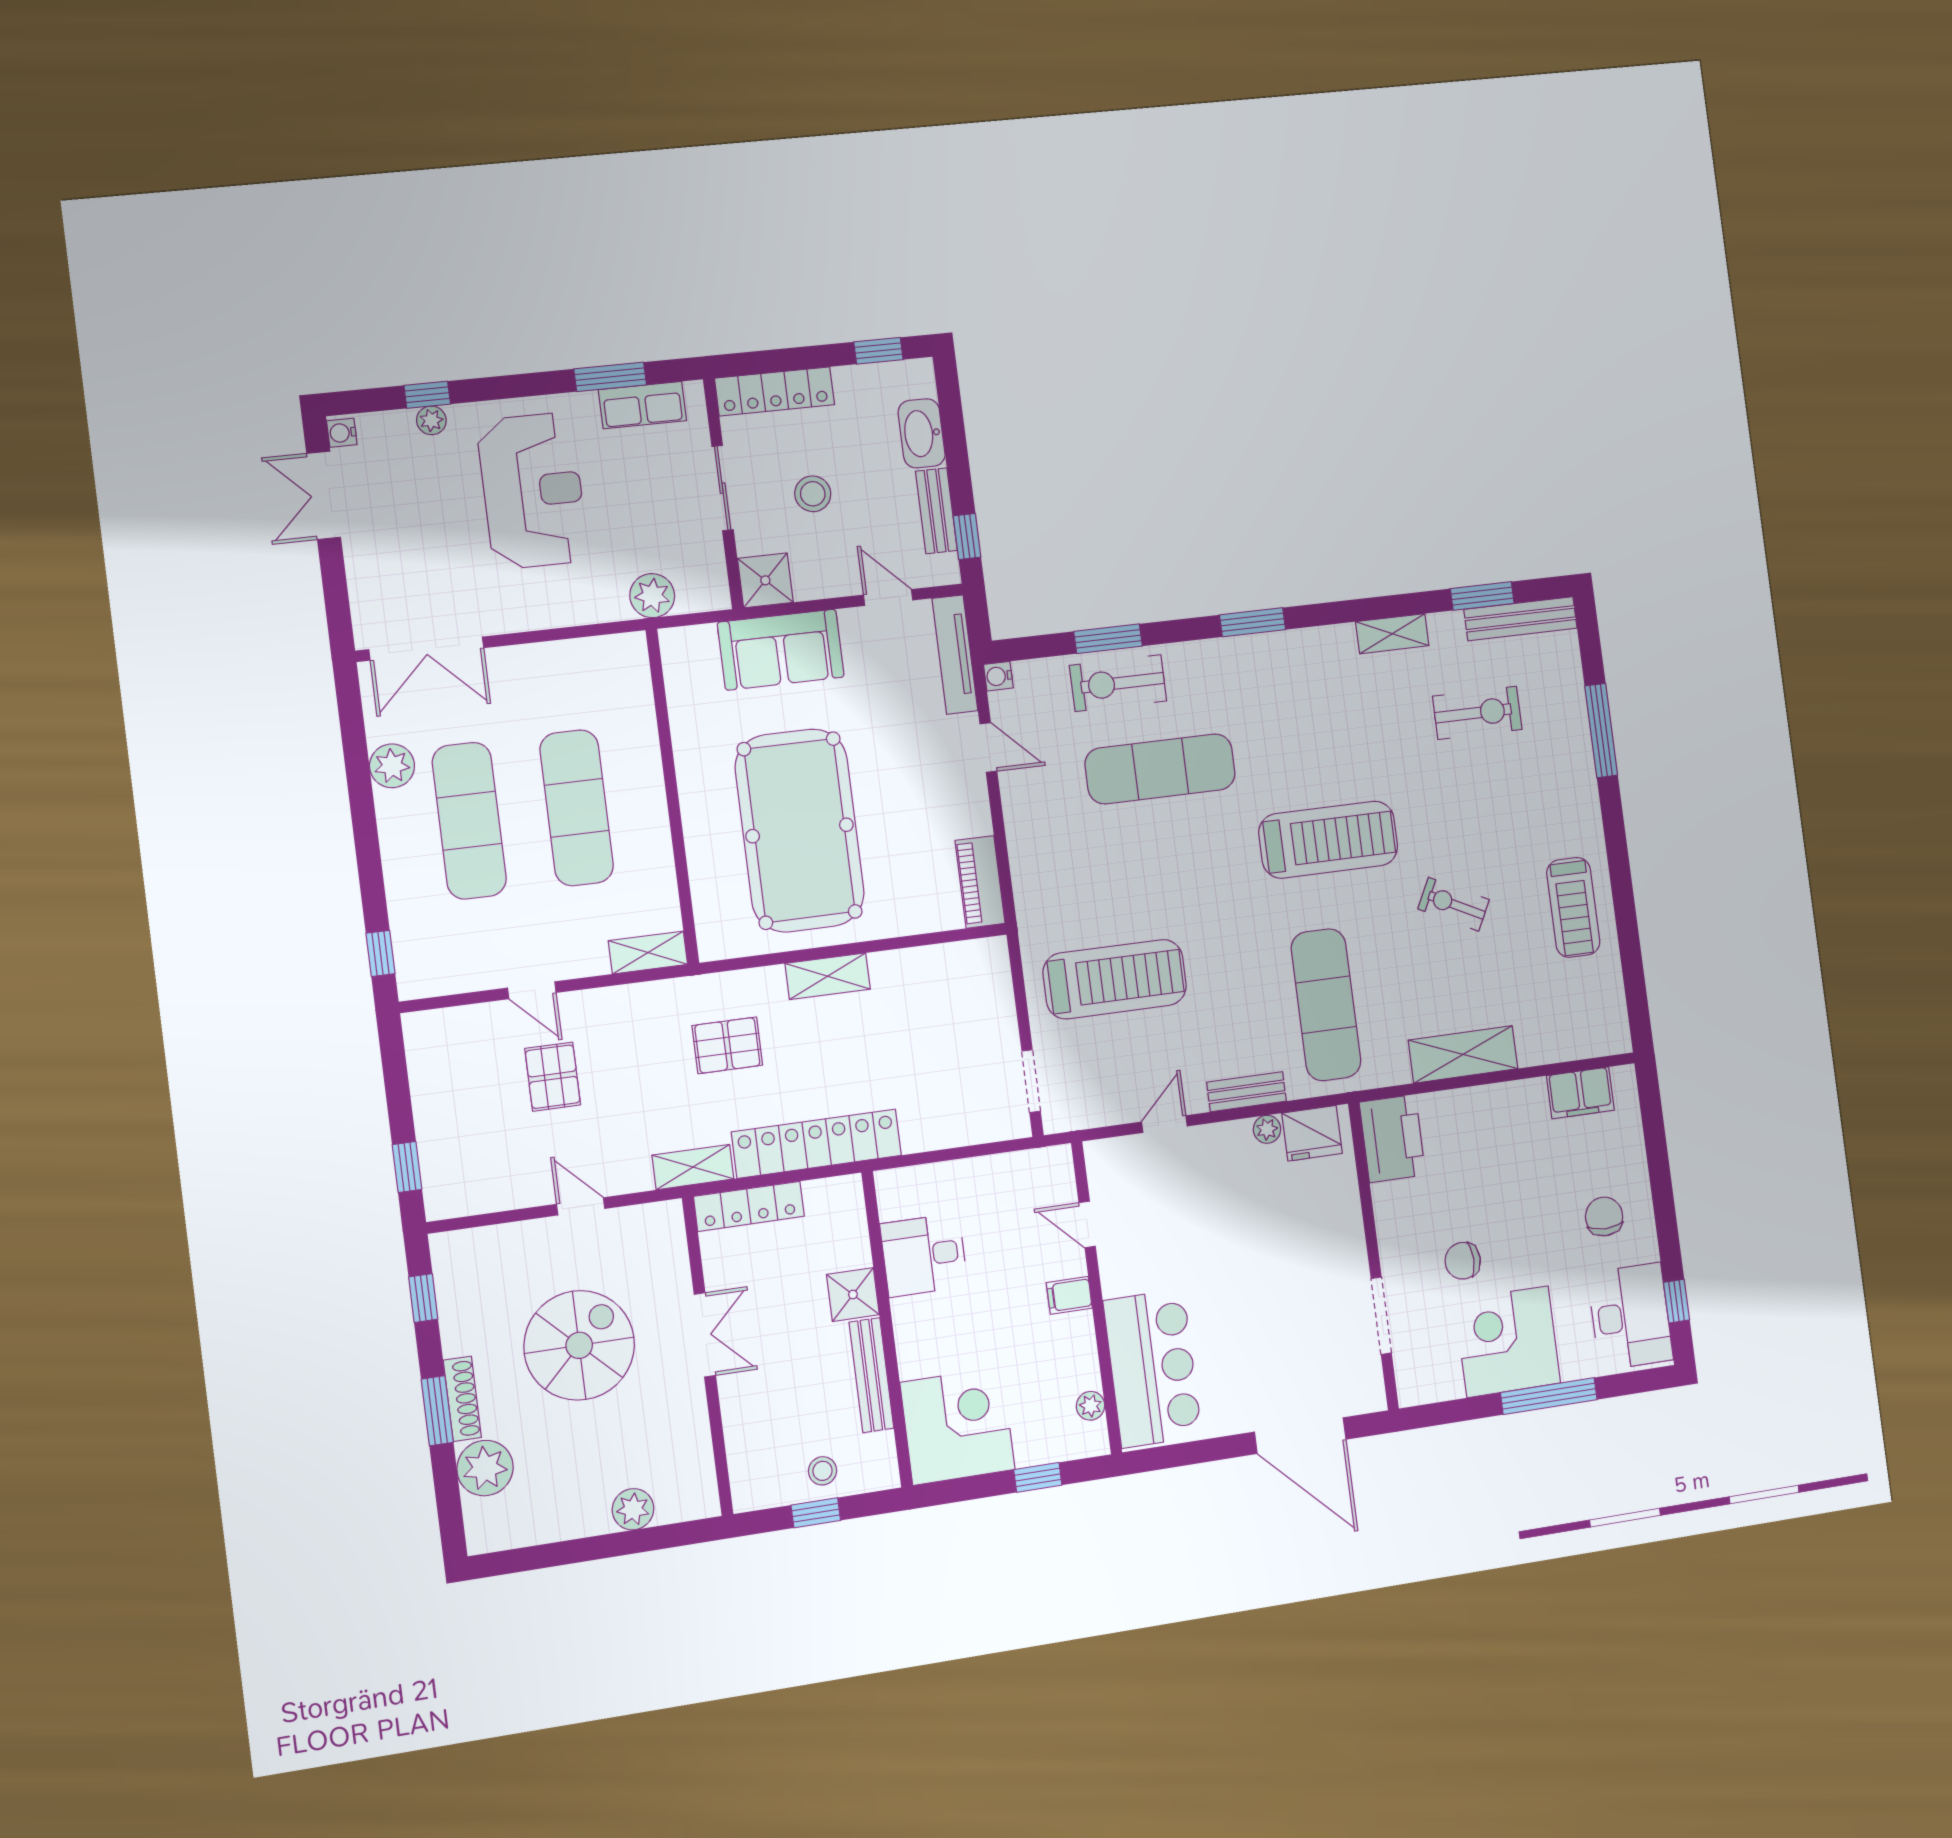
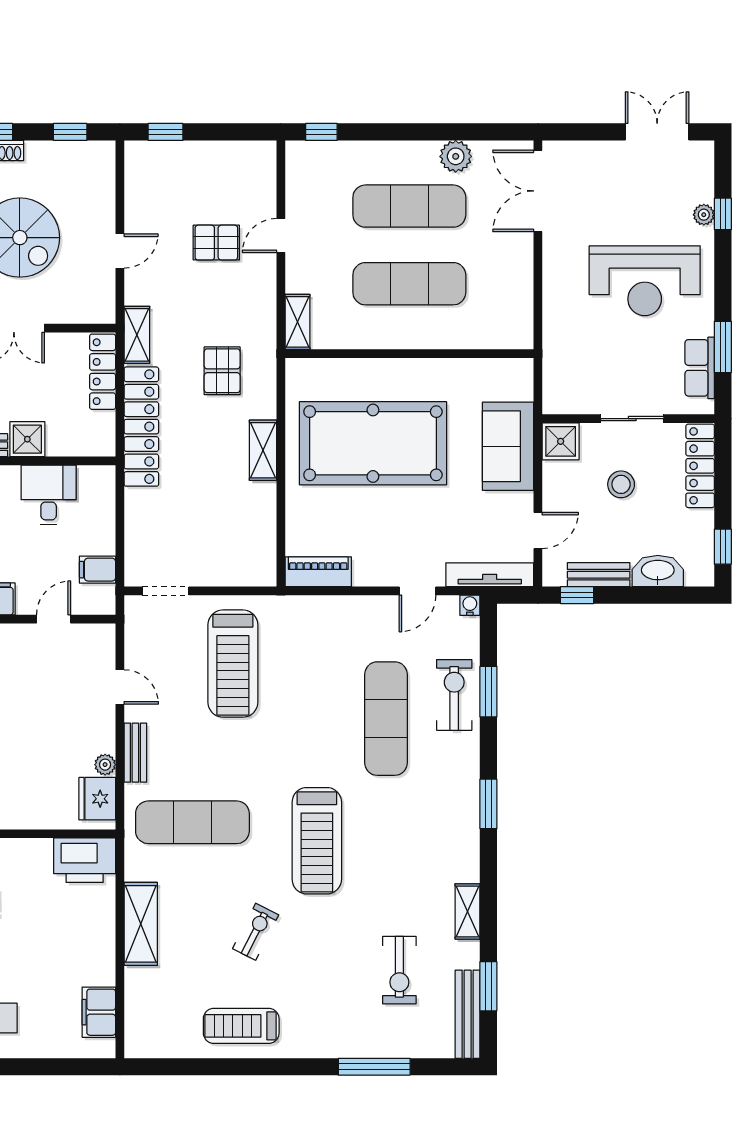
water cooler: (342, 433) -> (701, 150), removed
plant: (652, 596) -> (558, 357), removed
filing cabinet: (1015, 1175) -> (97, 570), added

